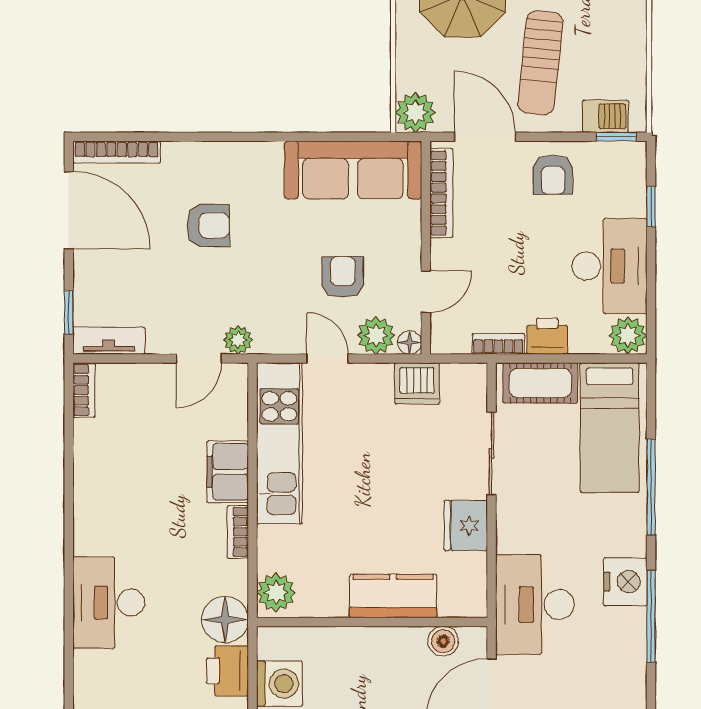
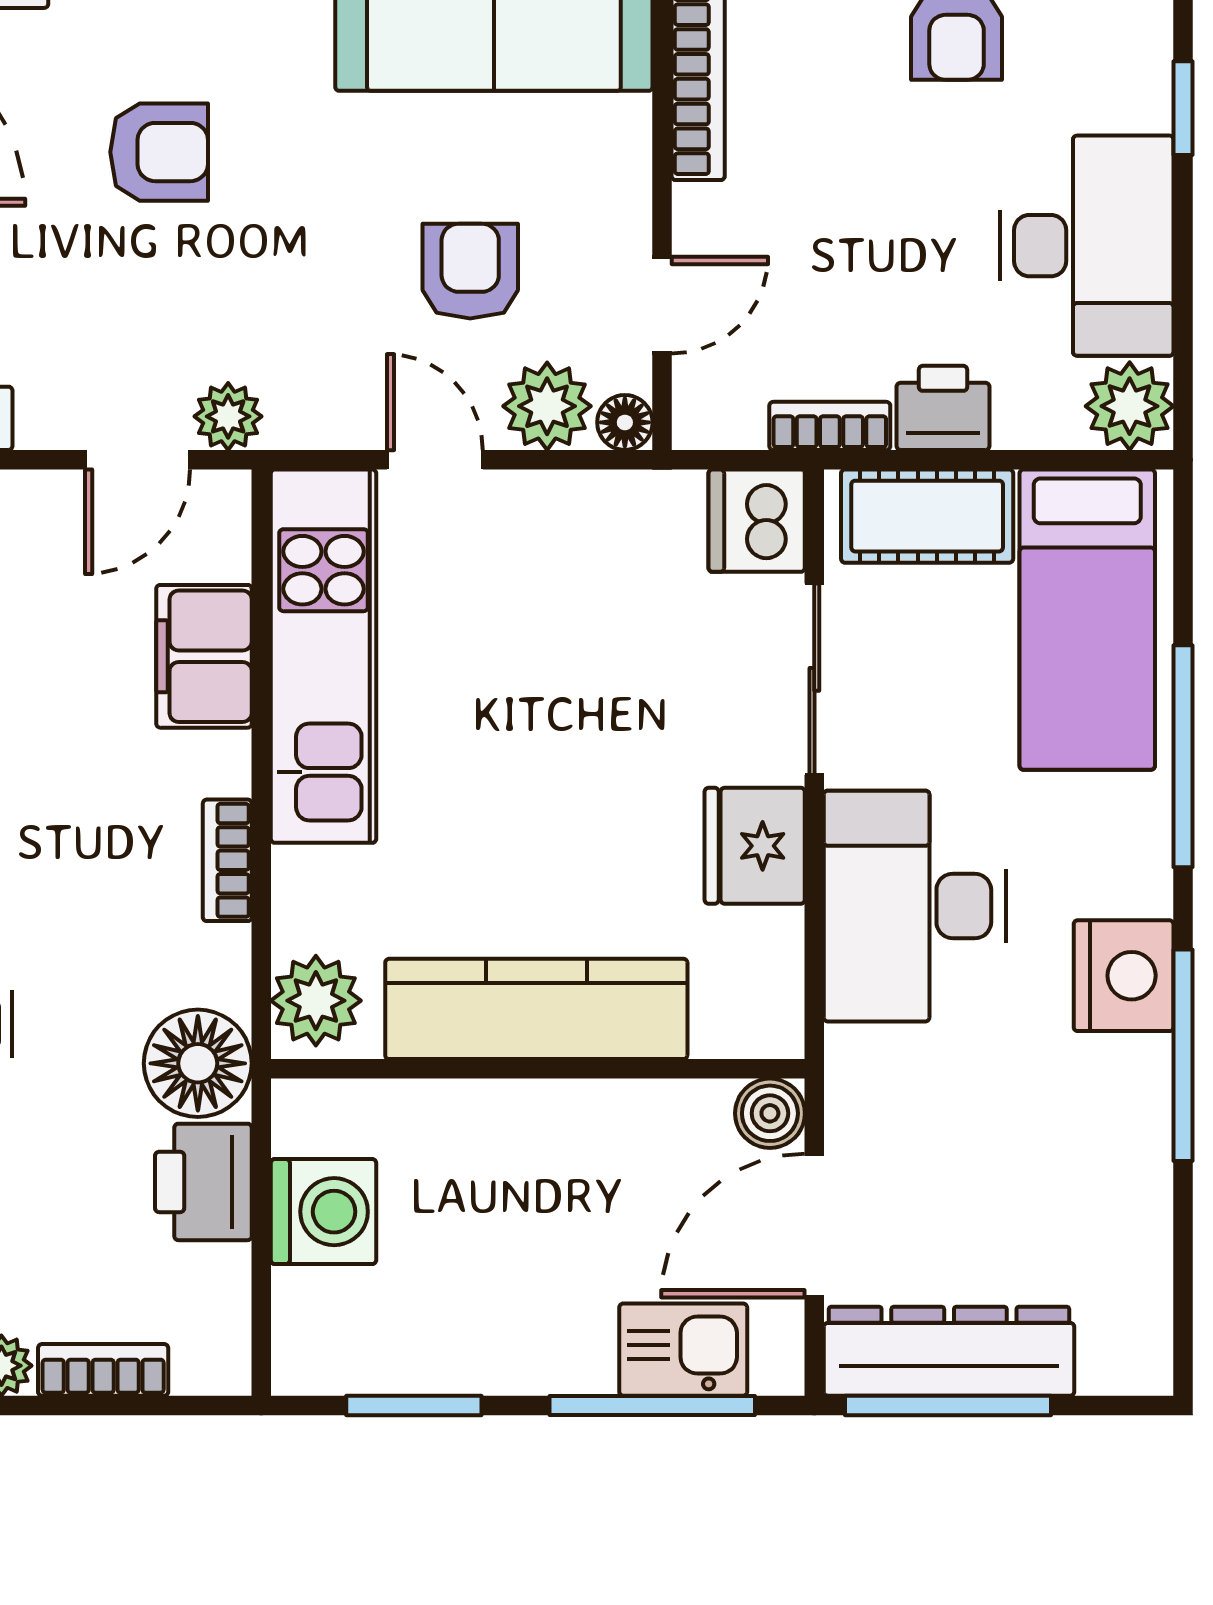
dishwasher: (417, 383) -> (757, 521), moved, turned 90
filing cabinet: (228, 472) -> (204, 656), moved
kitchen counter: (393, 596) -> (536, 1009), width x1.50
desk: (535, 605) -> (915, 906), moved
boiler: (443, 641) -> (770, 1113), moved

